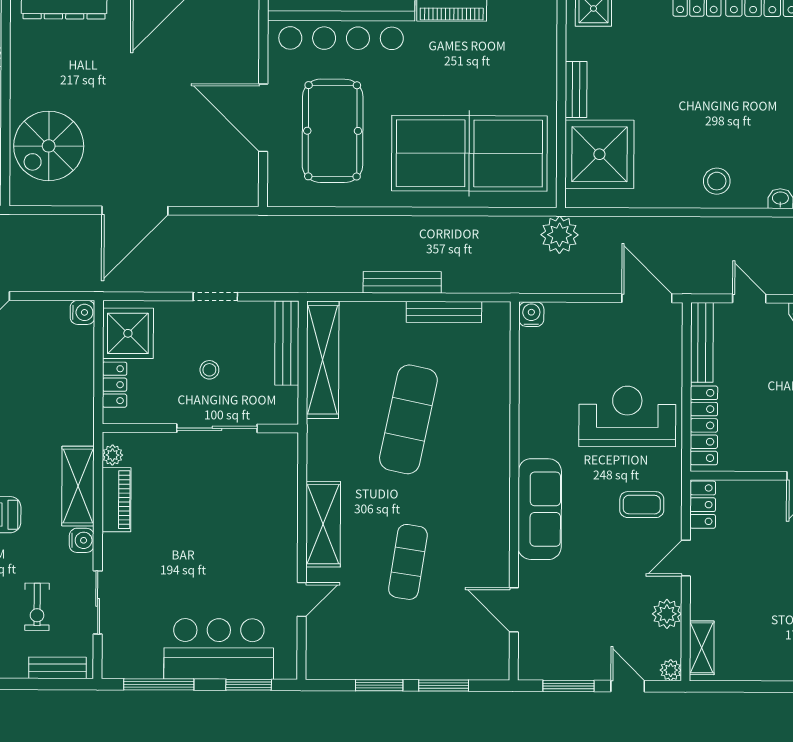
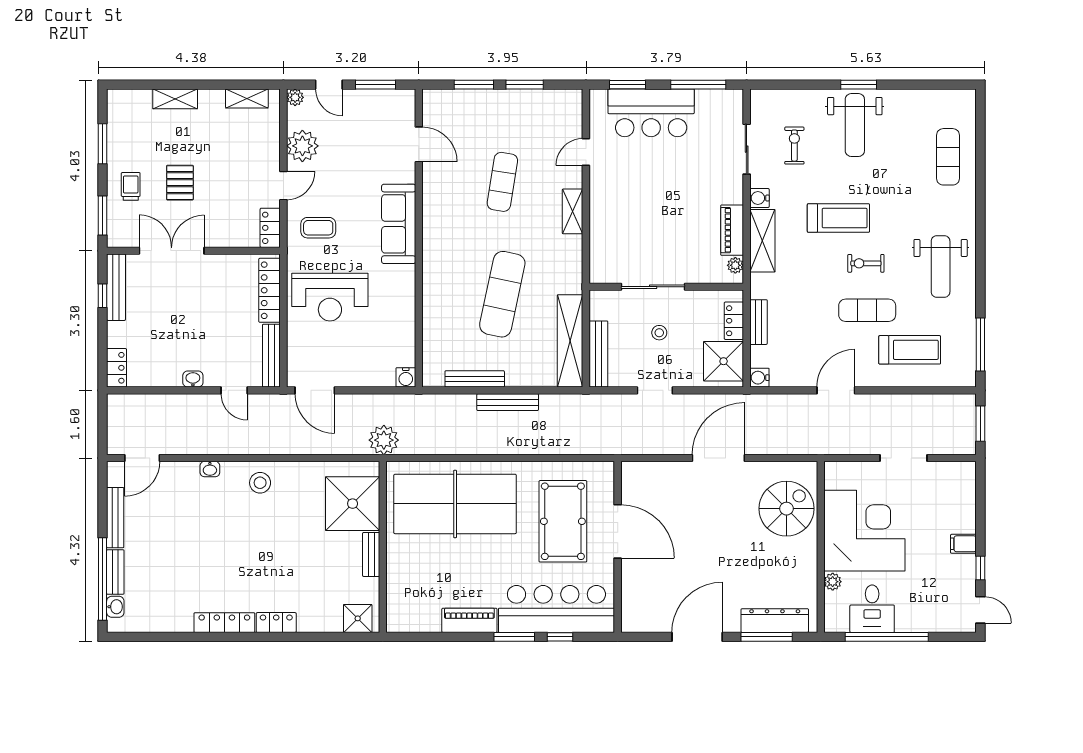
shelving: (323, 524) -> (573, 211), width x0.67, depth x0.75
plant: (667, 614) -> (302, 146), width x1.36, depth x1.36
shelving: (702, 648) -> (247, 98), moved, turned 90
bench: (58, 668) -> (758, 322), moved, turned 90

